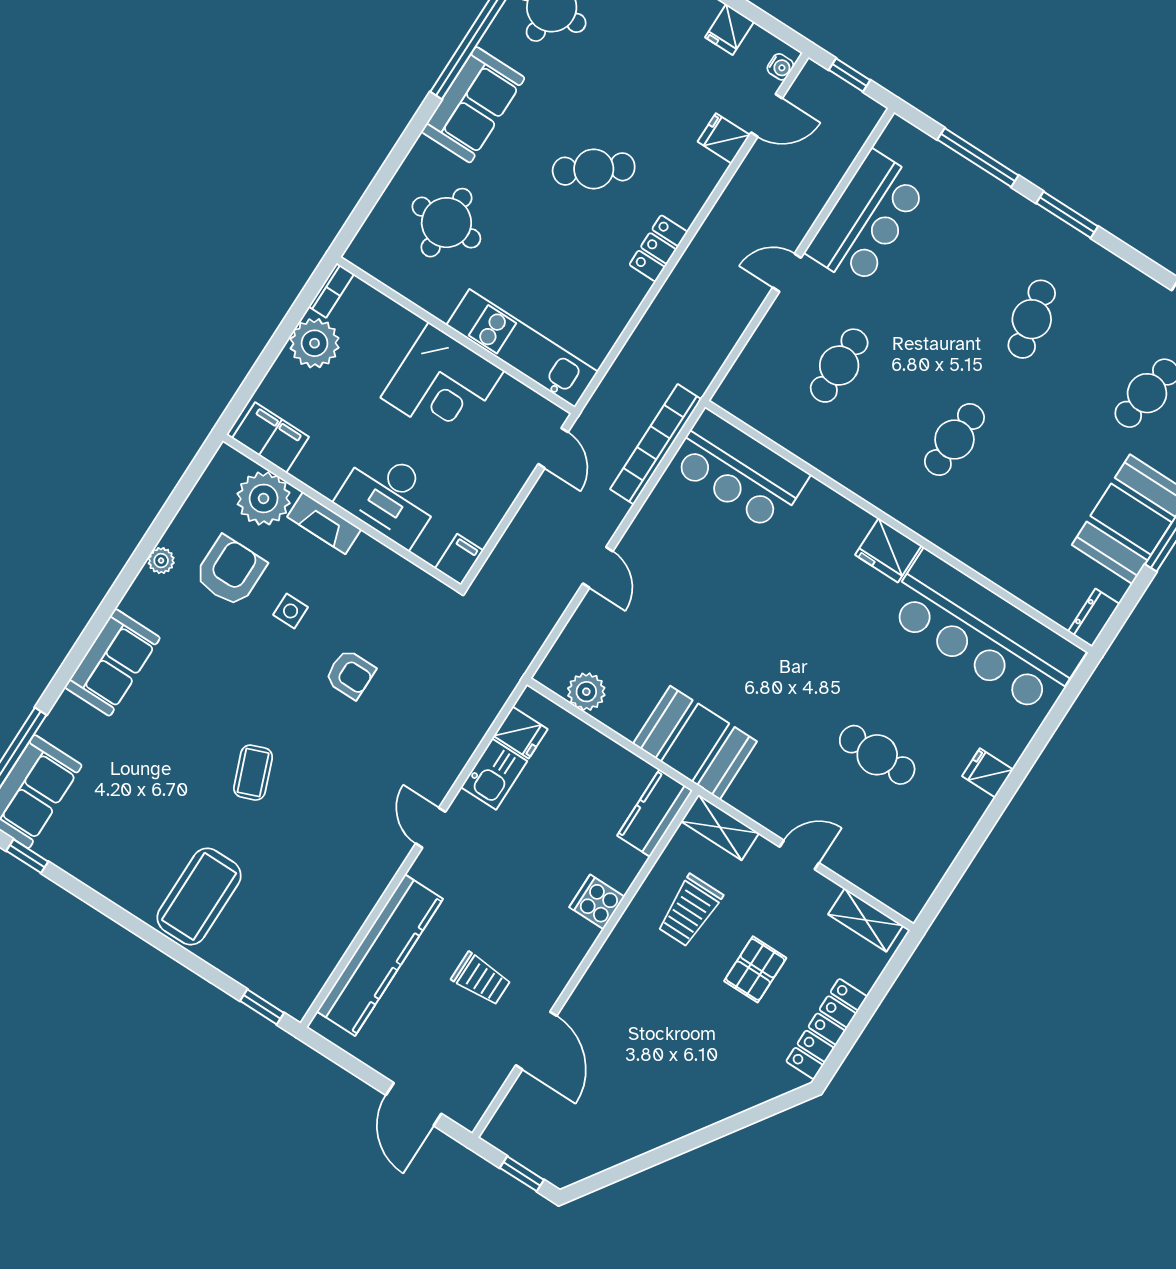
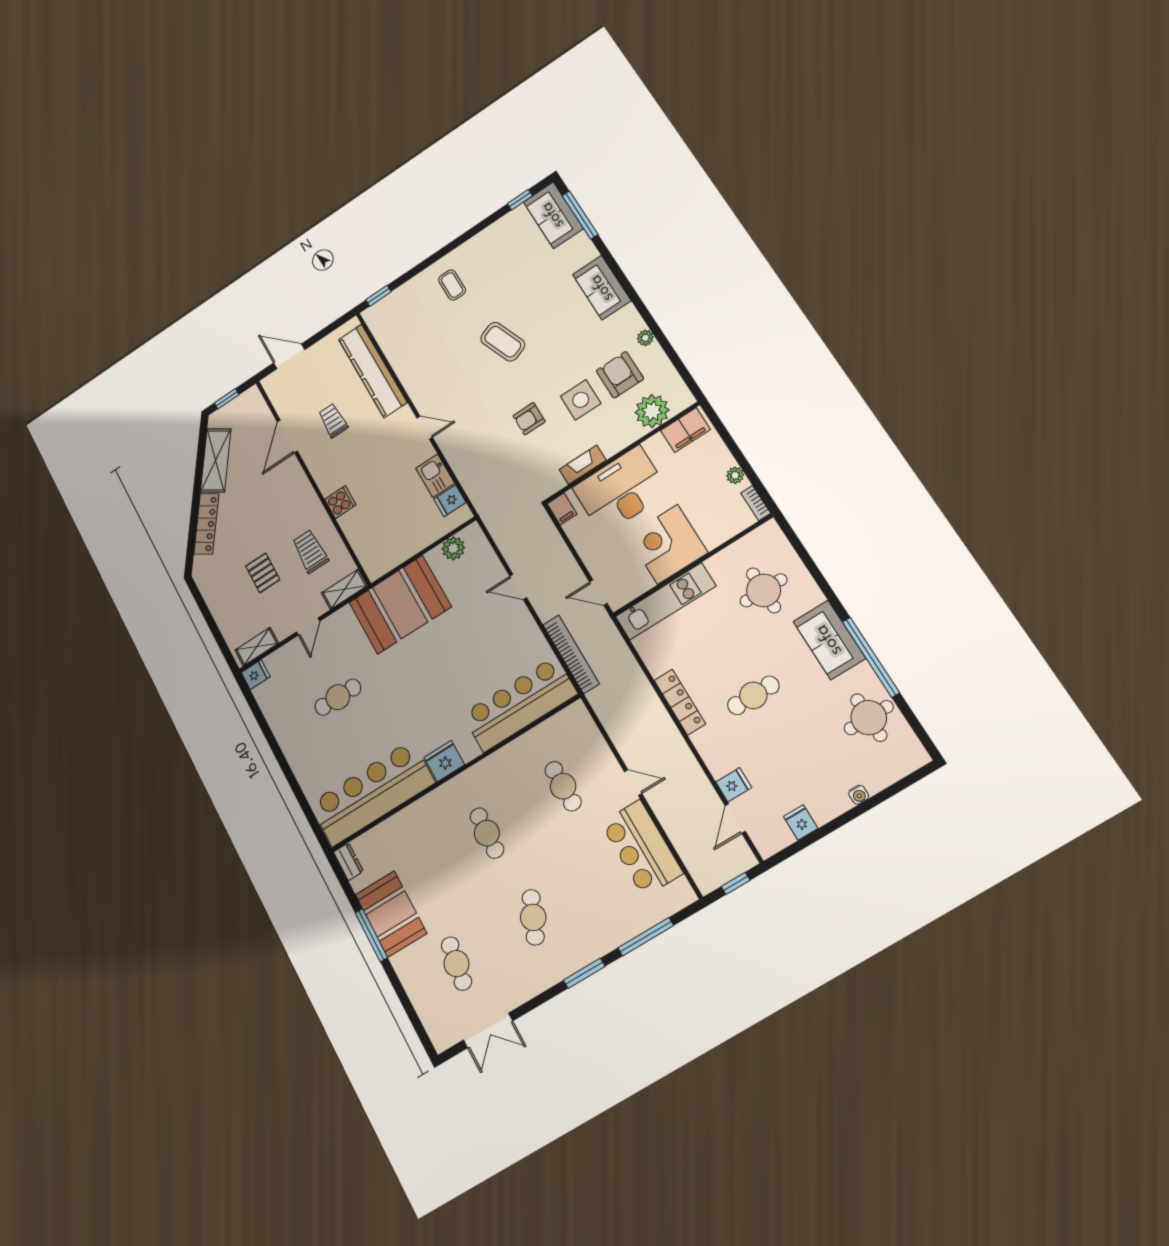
water cooler: (780, 67) -> (762, 843), removed
cafe table: (594, 169) -> (753, 695), turned 37
locker: (658, 248) -> (680, 702), width x1.53
door: (787, 273) -> (633, 783), hinge flipped
cafe table: (1032, 319) -> (533, 917), turned 36
plant: (315, 343) -> (735, 475), width x0.53, depth x0.53
bar counter: (739, 470) -> (520, 704), width x1.36
desk: (390, 497) -> (621, 490), width x1.36, depth x1.30
fireplace: (324, 523) -> (583, 465), moved
armchair: (230, 571) -> (620, 375), turned 180
side table: (291, 611) -> (581, 400), width x1.87, depth x1.87
booth: (695, 743) -> (400, 605), width x1.36, depth x1.42
coffee table: (253, 773) -> (503, 342), width x1.36, depth x1.30
fridge: (988, 773) -> (256, 675), moved
kitchen counter: (655, 813) -> (370, 556), removed
coffee table: (199, 896) -> (452, 285), width x0.54, depth x0.58
trolley: (481, 979) -> (333, 420), turned 90
locker: (827, 1029) -> (206, 524), moved, turned 34
door: (536, 1041) -> (287, 436), hinge flipped
shelving: (623, 1140) -> (216, 460), added

